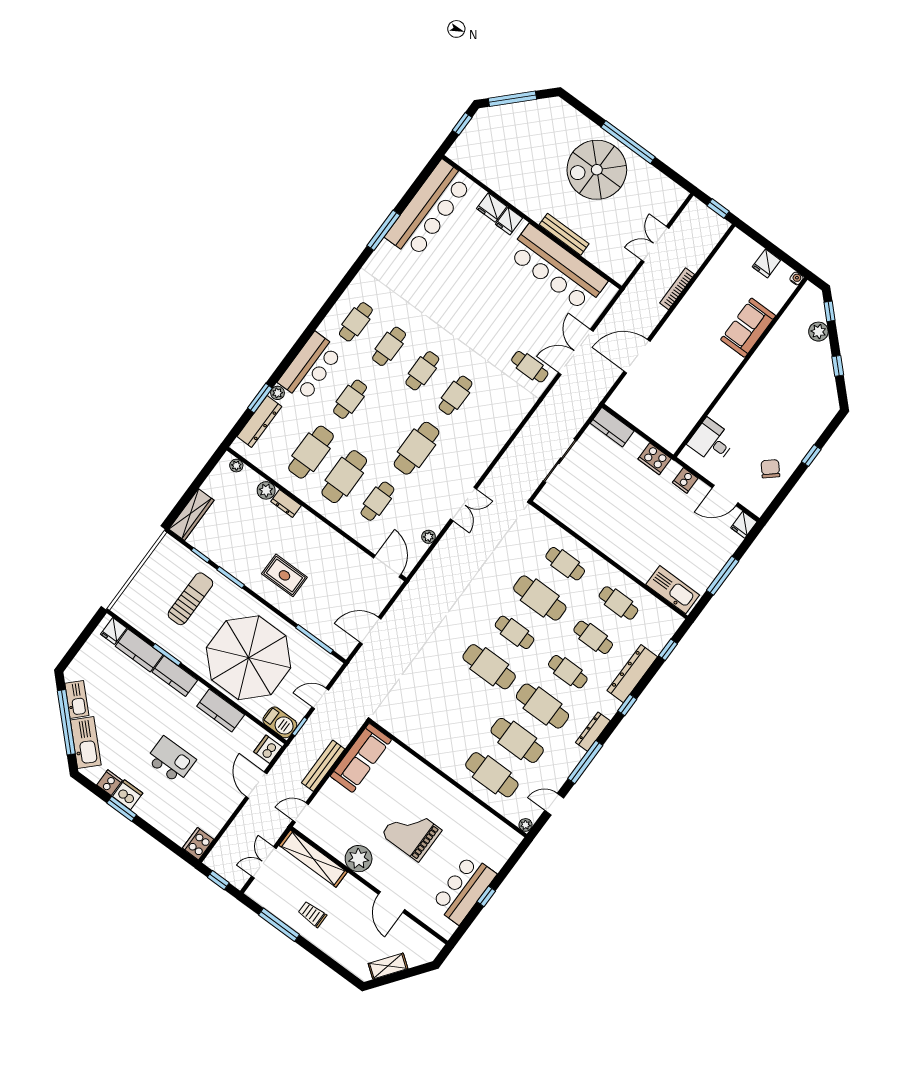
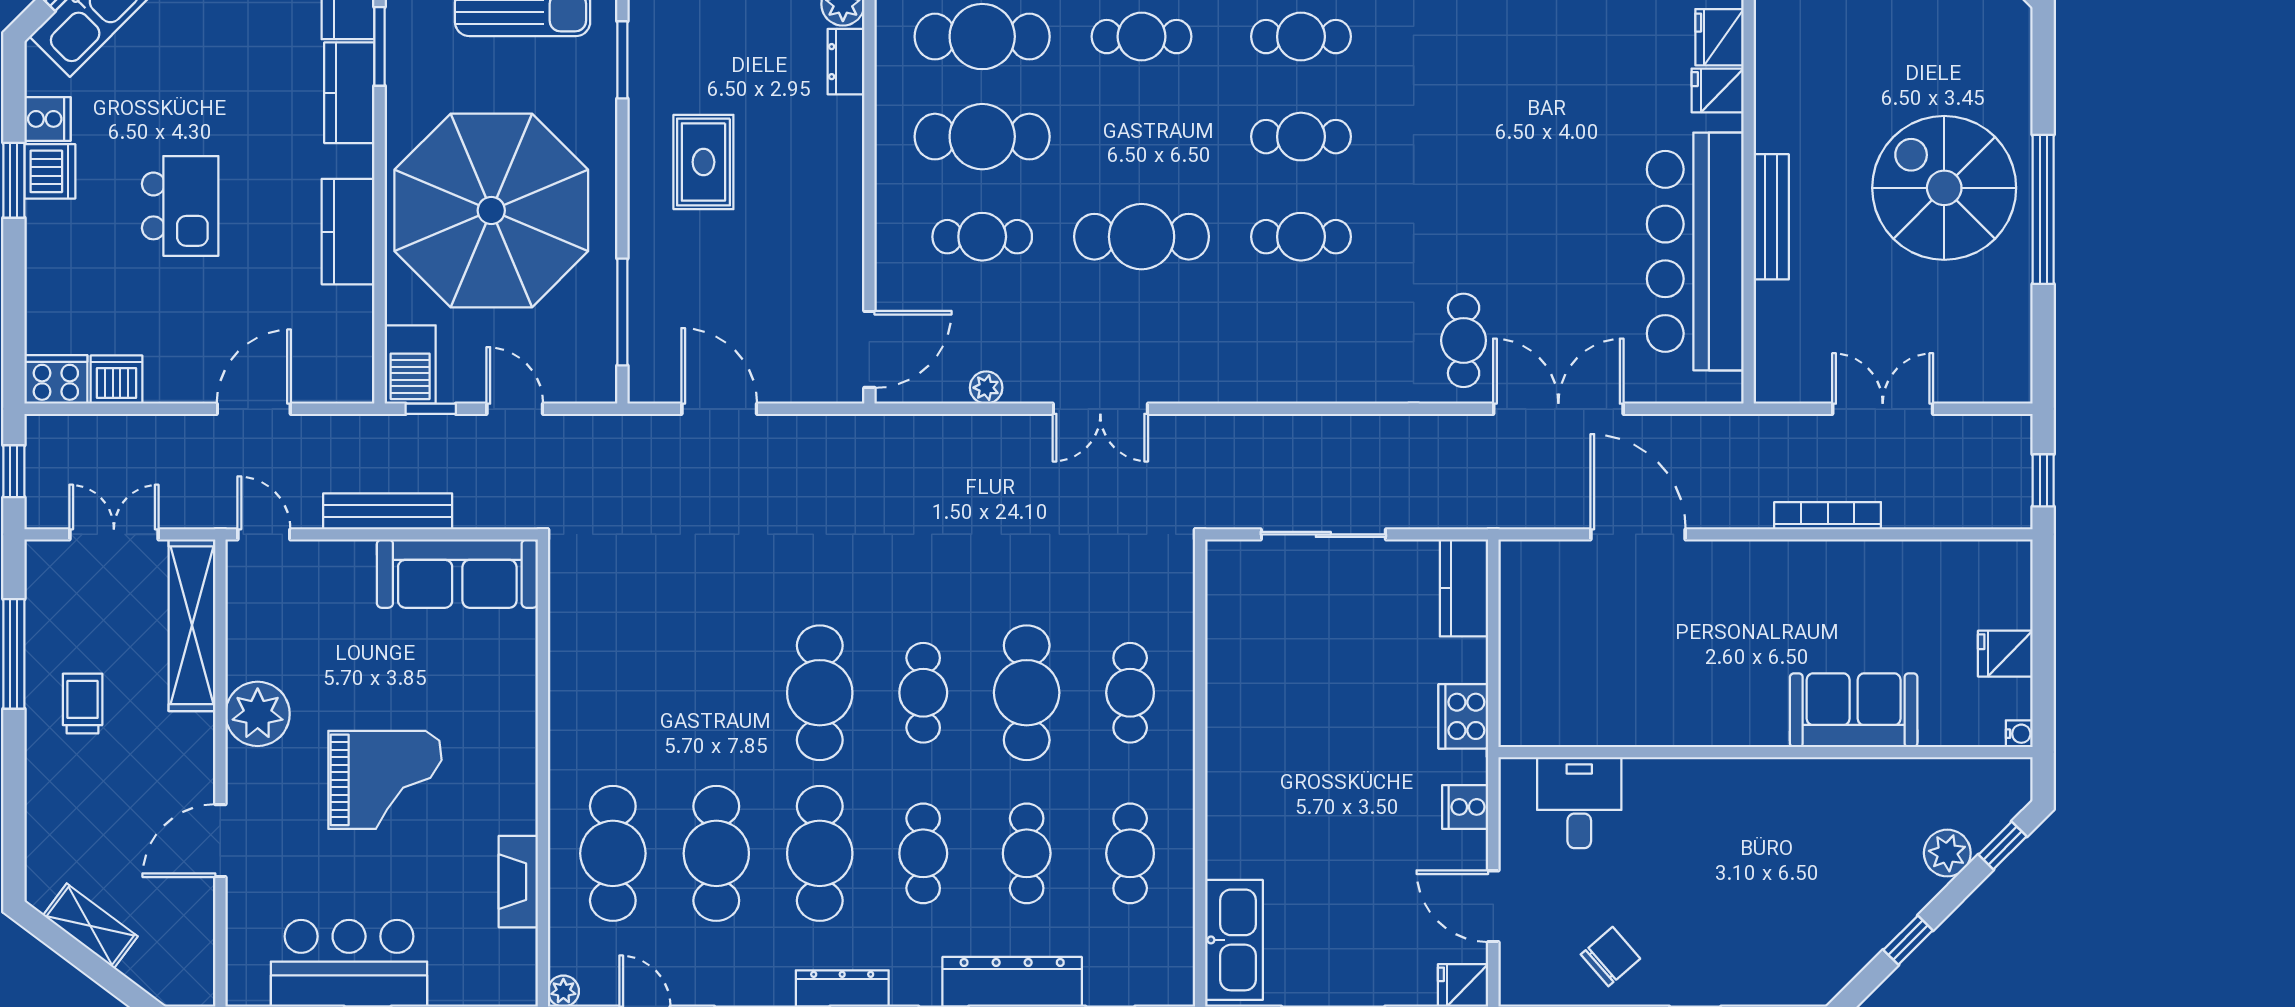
dishwasher: (268, 749) -> (116, 380), moved
fireplace: (478, 813) -> (518, 882), added
grand piano: (412, 832) -> (385, 780), turned 90

